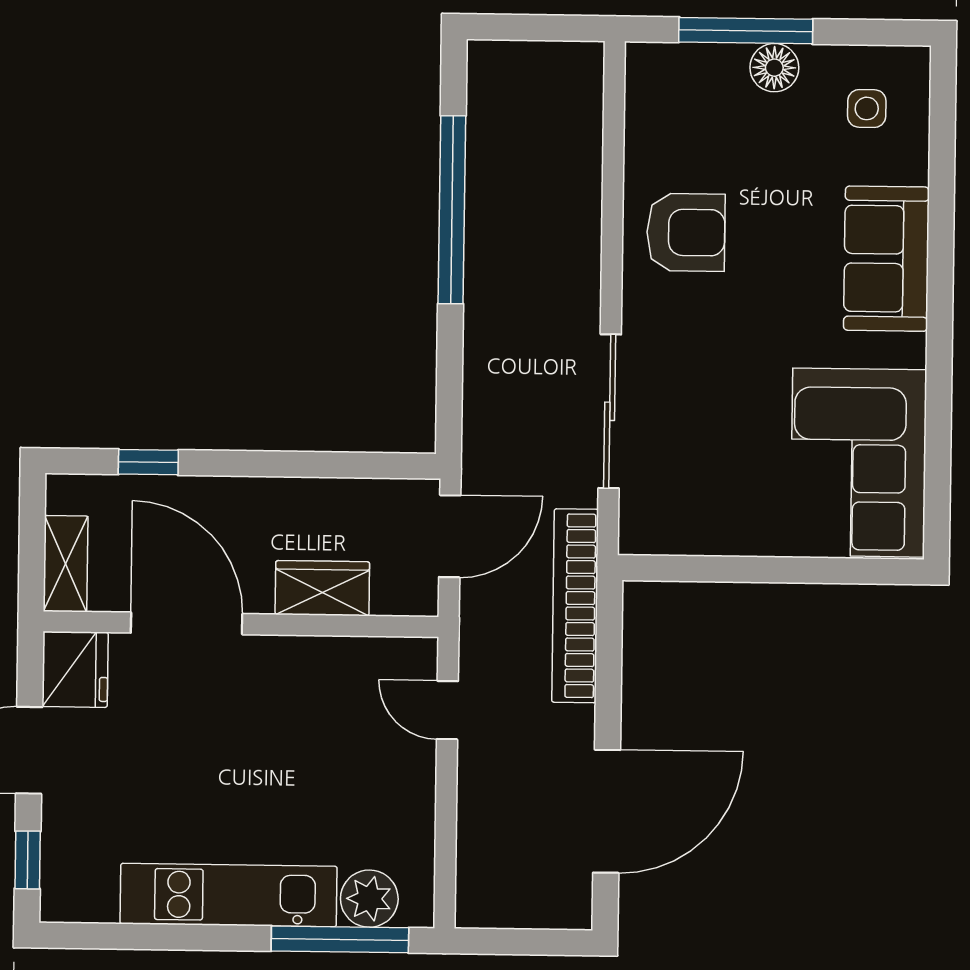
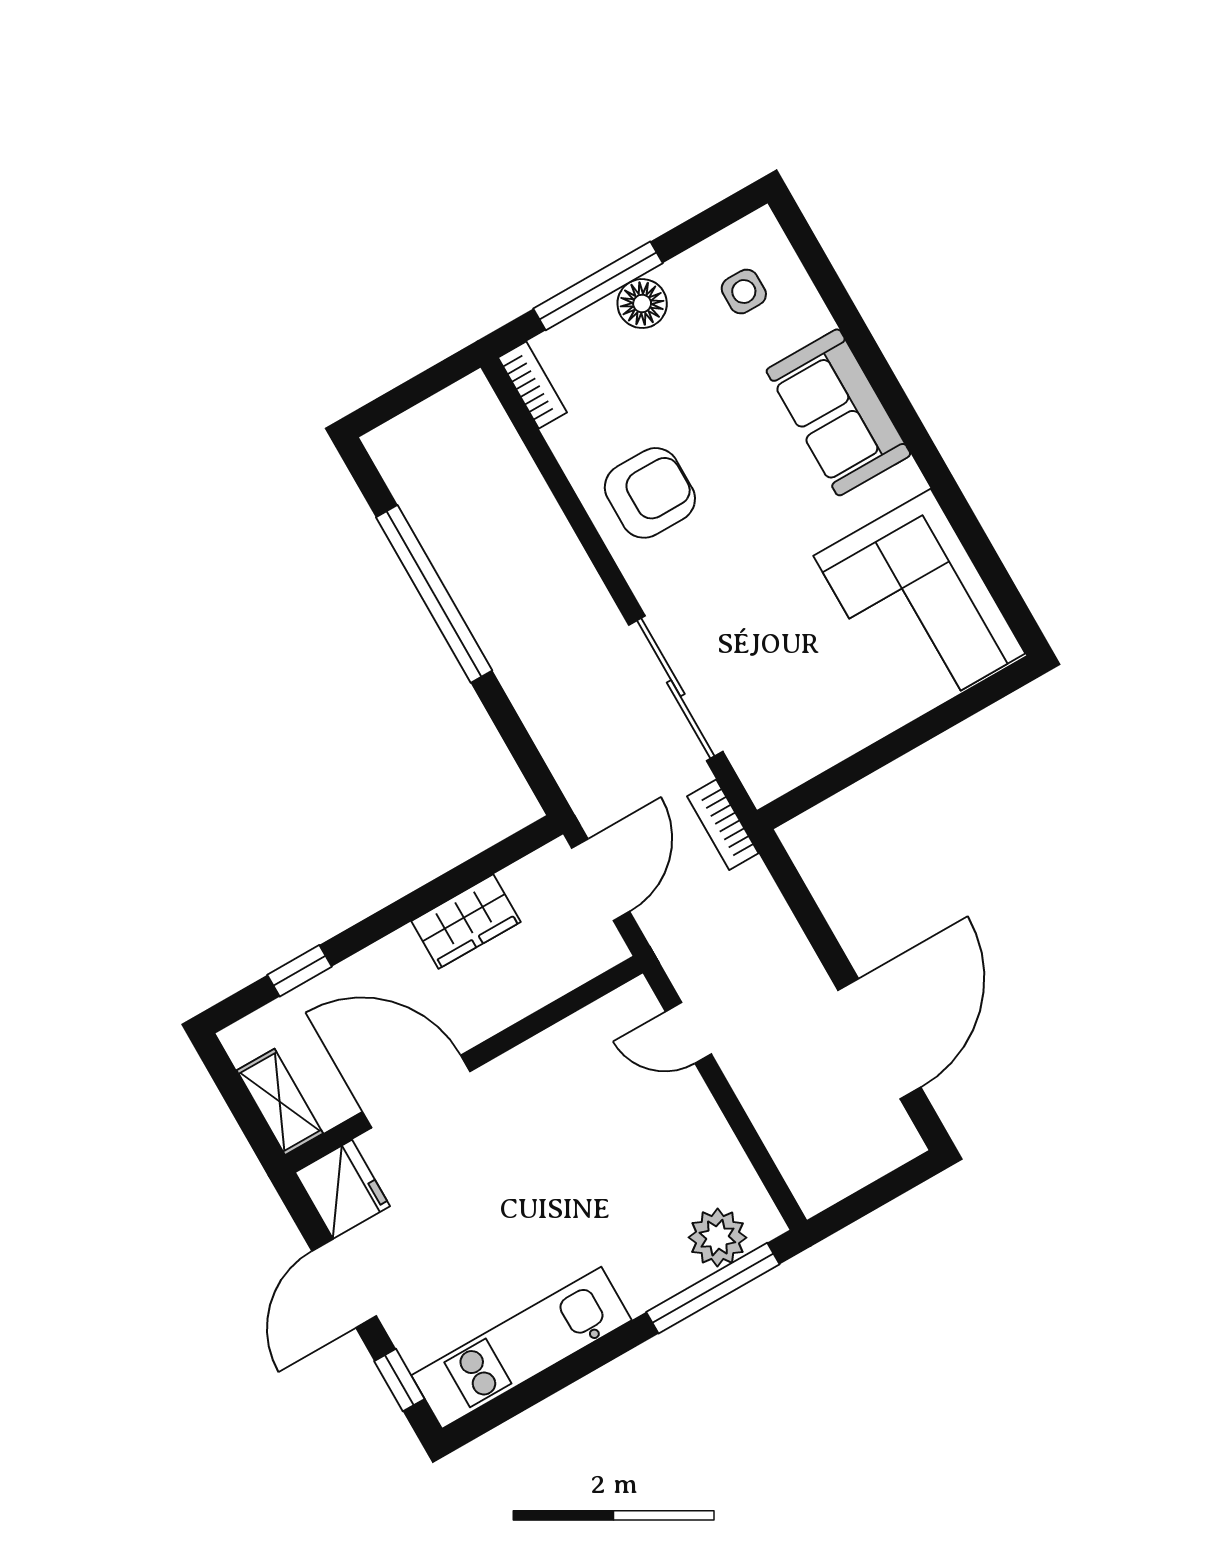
bookcase: (640, 82) -> (533, 385), added
wardrobe: (322, 588) -> (466, 922), moved, turned 180
bookcase: (575, 606) -> (723, 825), width x0.43, depth x0.76
kitchen unit: (229, 895) -> (522, 1348), moved

